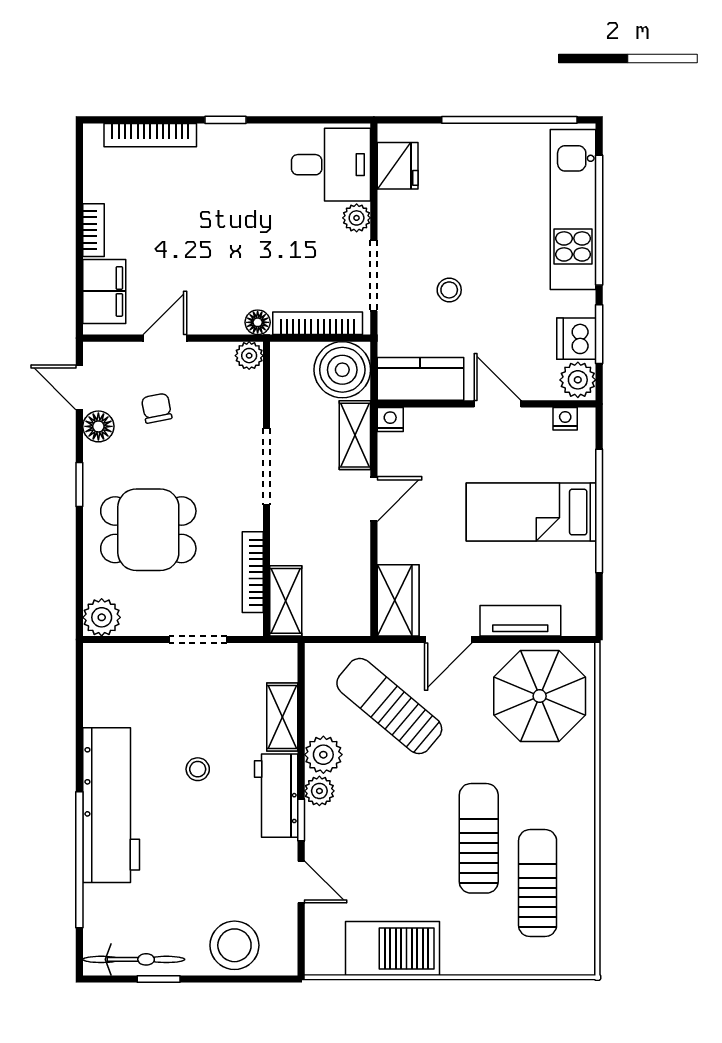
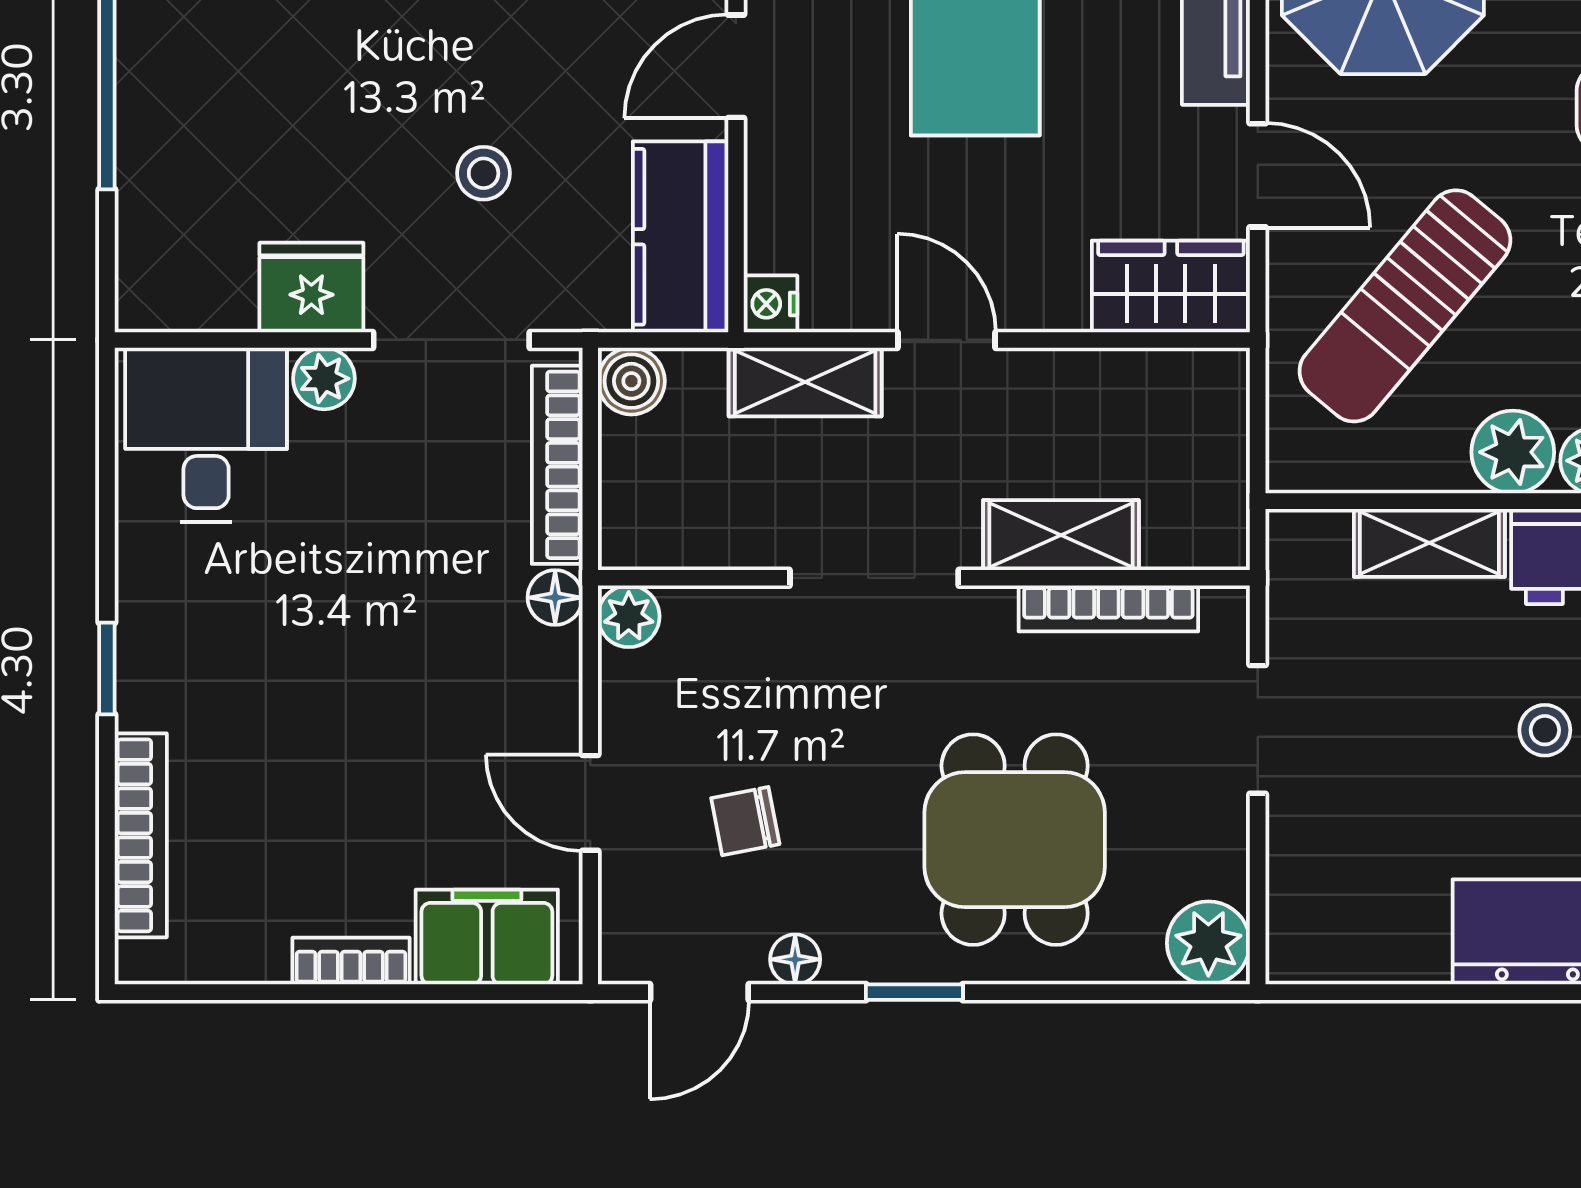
fridge: (398, 166) -> (311, 288), moved
boiler: (342, 370) -> (631, 381), width x0.54, depth x0.54
floor lamp: (98, 426) -> (795, 959), width x0.73, depth x0.73
shelving: (286, 601) -> (1061, 535), moved

